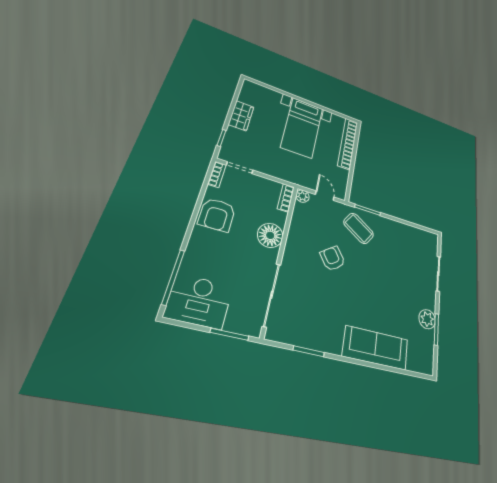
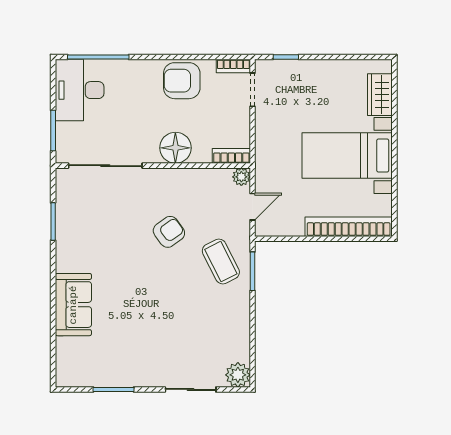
wardrobe: (241, 116) -> (380, 95), moved, turned 90
coffee table: (359, 228) -> (221, 262), turned -60
plant: (427, 319) -> (238, 375), moved
sofa: (376, 348) -> (73, 305), width x0.73

